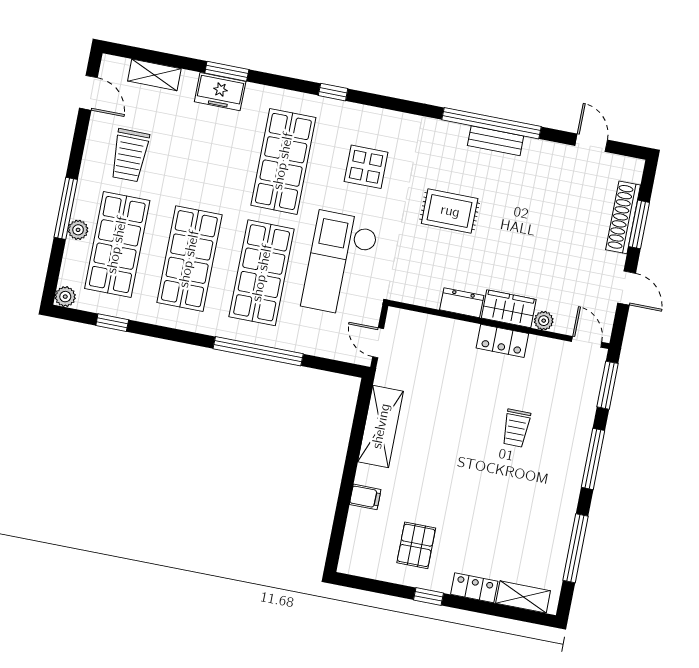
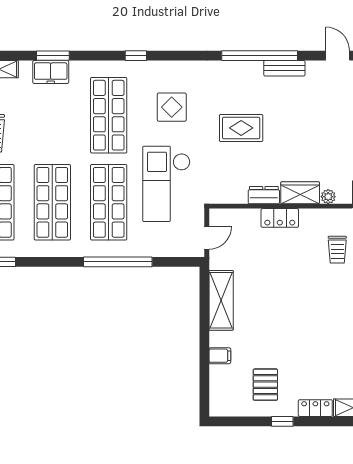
bench: (496, 141) -> (284, 68), moved
locker: (502, 341) -> (280, 218), moved
door: (378, 343) -> (207, 238), swing flipped
trolley: (516, 428) -> (337, 250), moved

